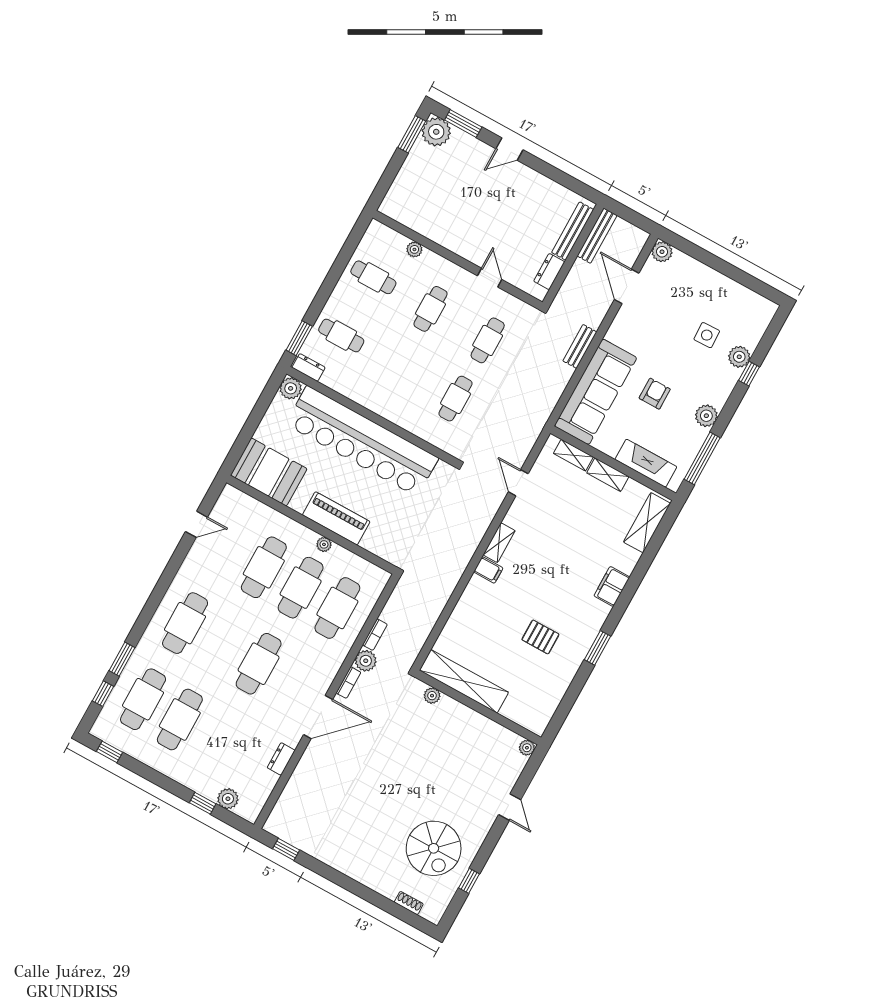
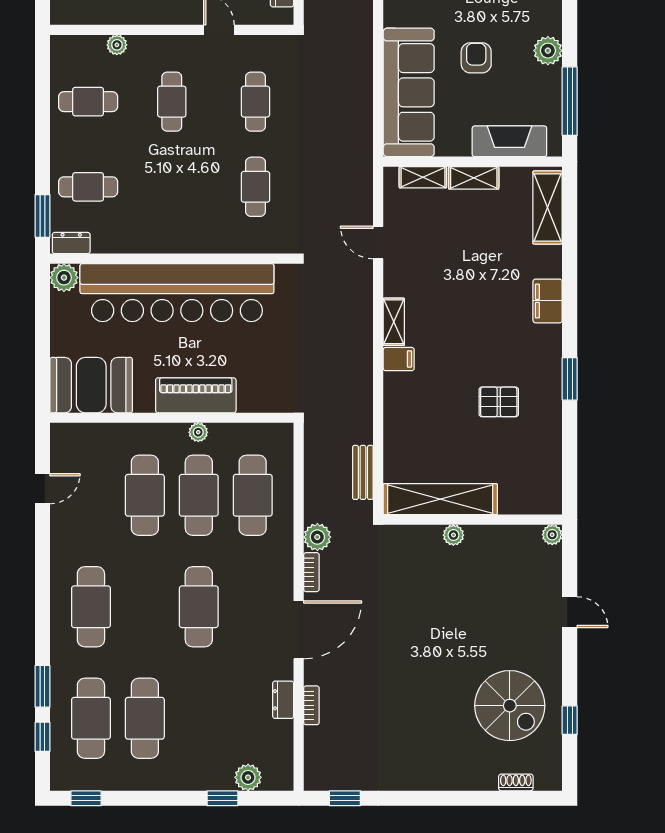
bench: (580, 346) -> (363, 472), moved
bookcase: (375, 635) -> (311, 705), moved
plant: (432, 696) -> (453, 535), moved

